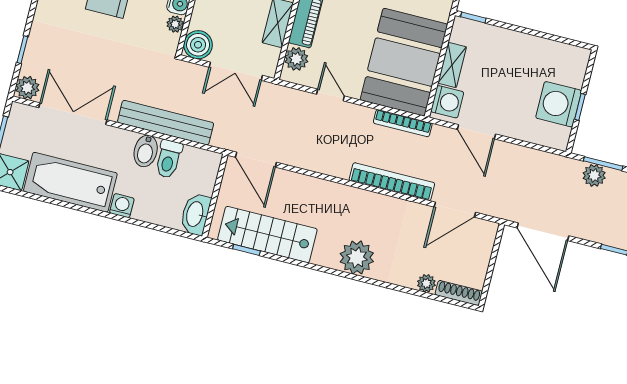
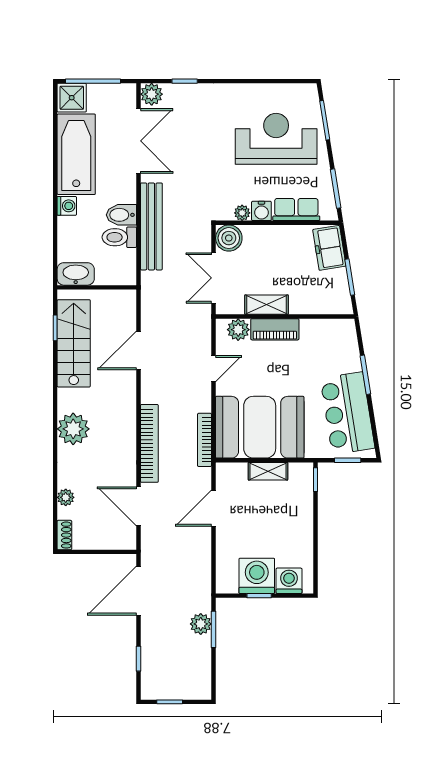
washing machine: (447, 102) -> (289, 581), moved, turned 180
door: (256, 160) -> (138, 350), moved
shoe rack: (459, 293) -> (64, 535), width x0.70

